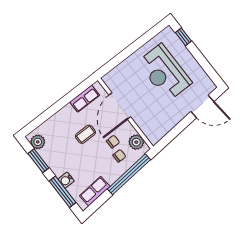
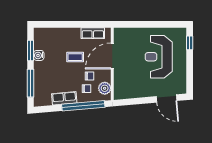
plant: (38, 142) -> (40, 38), removed
water cooler: (66, 180) -> (39, 55), moved
row of seats: (95, 191) -> (64, 98), moved

